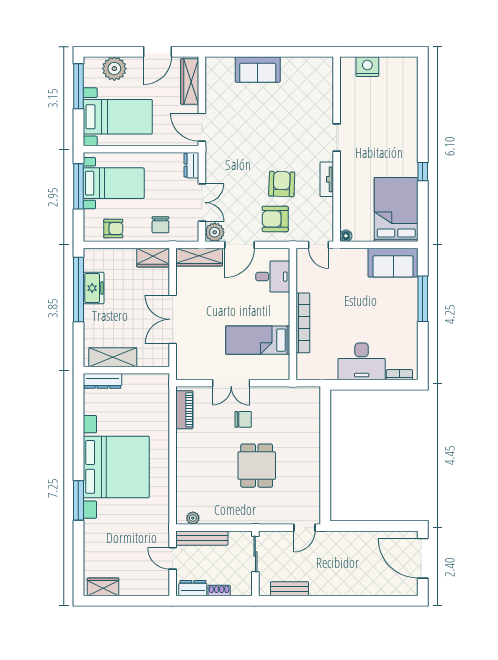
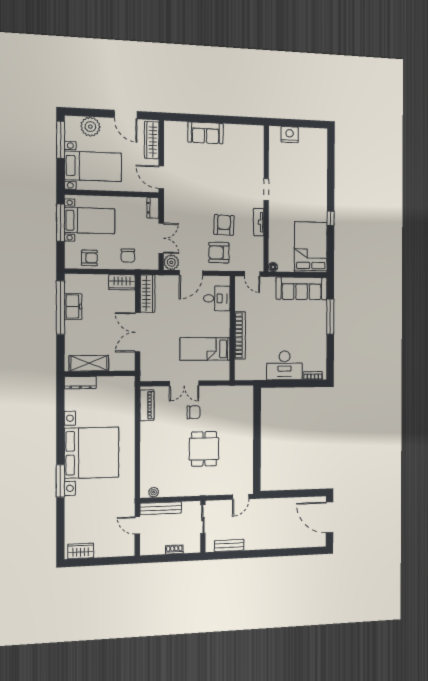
door: (157, 52) -> (126, 115), hinge flipped
wardrobe: (199, 257) -> (147, 294), moved, turned -90
sofa: (393, 263) -> (302, 288), width x1.36
dresser: (193, 588) -> (153, 549), removed

